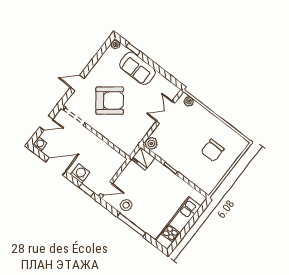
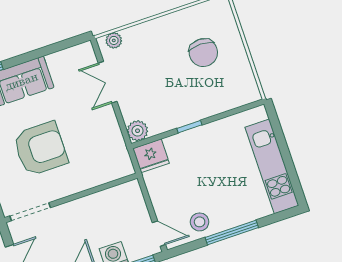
armchair: (110, 101) -> (40, 149), turned 38
door: (107, 189) -> (159, 234), hinge flipped

